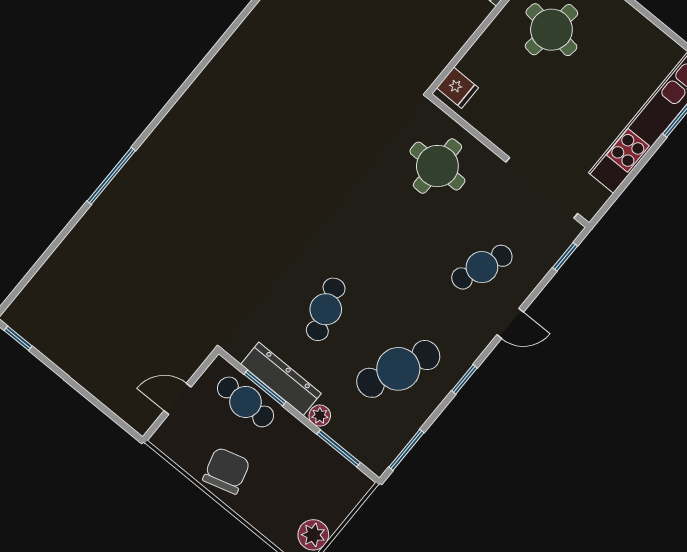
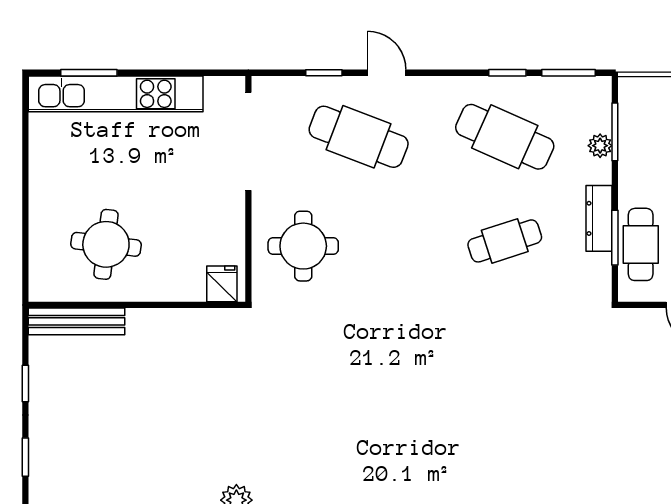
window: (565, 257) -> (324, 73), moved
cafe table: (482, 267) -> (359, 137), width x1.37, depth x1.35
dresser: (281, 379) -> (599, 218), width x0.73, depth x0.80
window: (464, 379) -> (507, 73), moved
plant: (320, 416) -> (600, 146), moved

